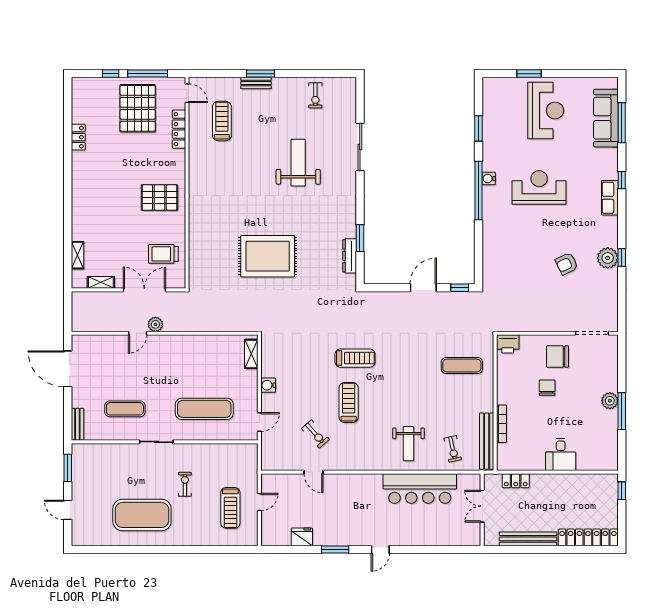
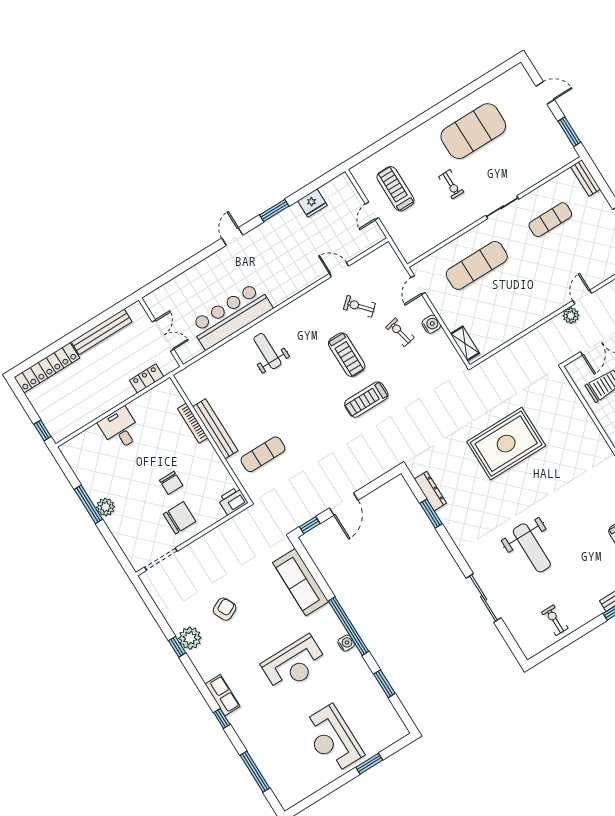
sofa: (606, 118) -> (301, 582), moved, turned 180
bench: (487, 441) -> (215, 429), moved
exercise bike: (453, 449) -> (400, 332), moved

